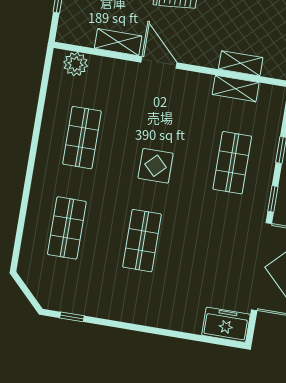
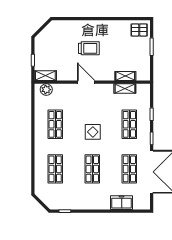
shelving: (118, 42) -> (45, 76), moved
shop shelf: (217, 253) -> (129, 169), added
freezer: (226, 325) -> (122, 203), moved

